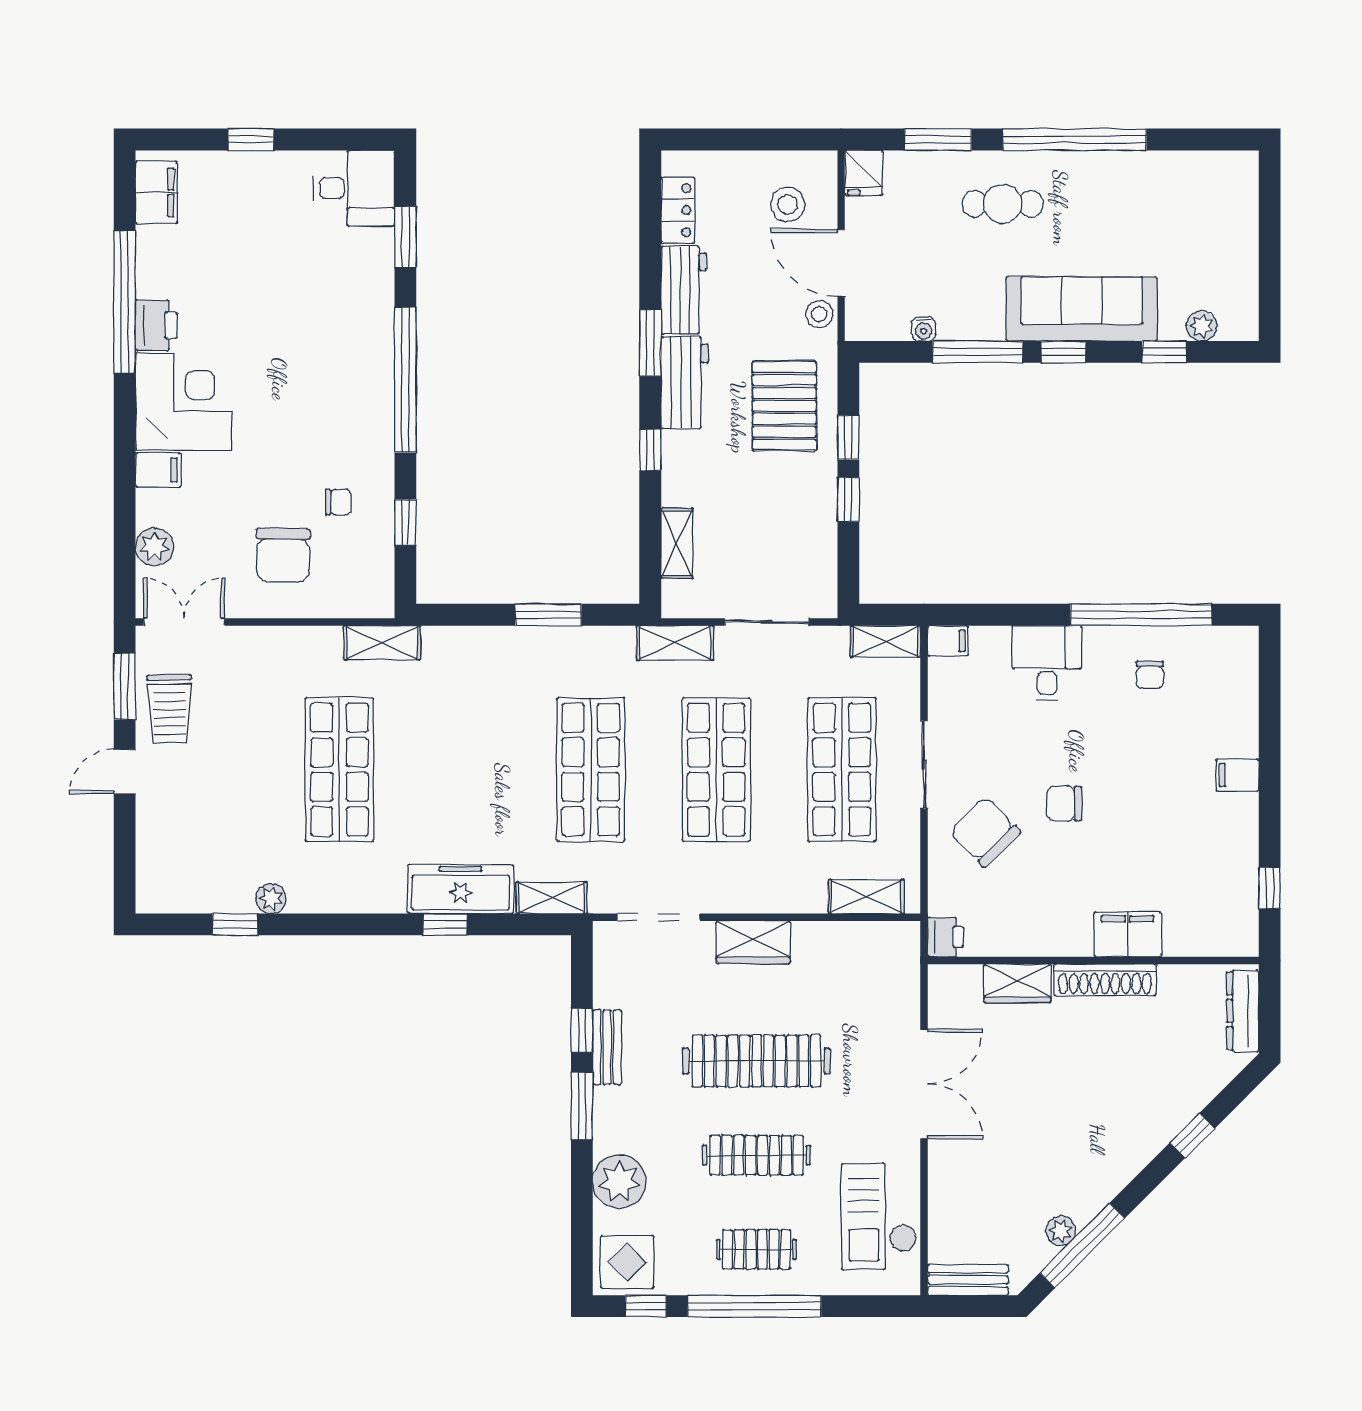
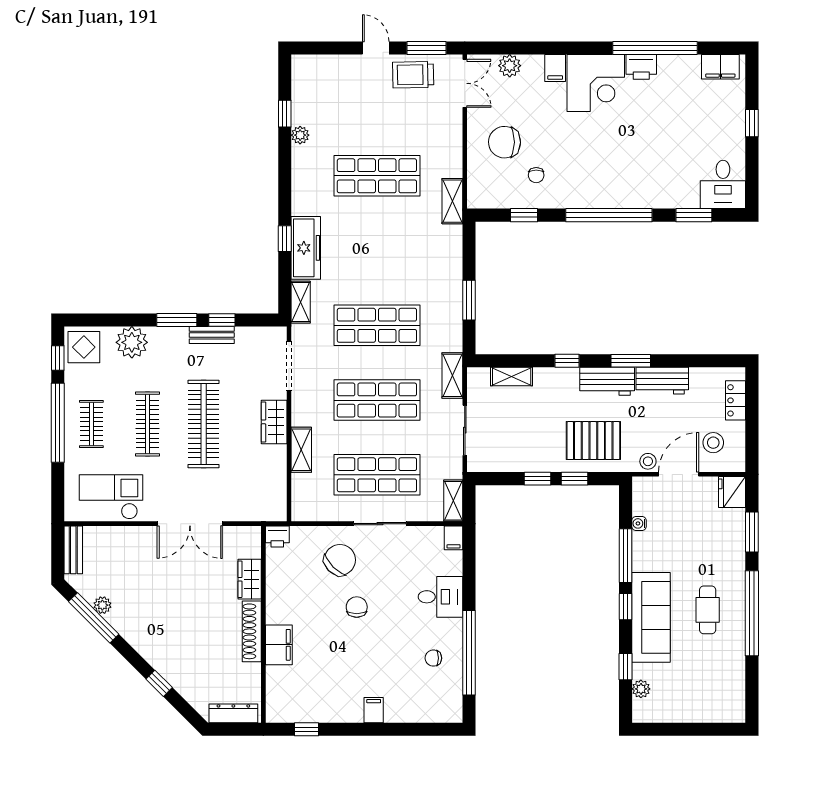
fridge: (864, 173) -> (732, 492), width x1.38
cafe table: (1003, 204) -> (708, 610), moved
locker: (678, 210) -> (735, 400), moved, turned 90
shelving: (866, 897) -> (301, 450), moved

